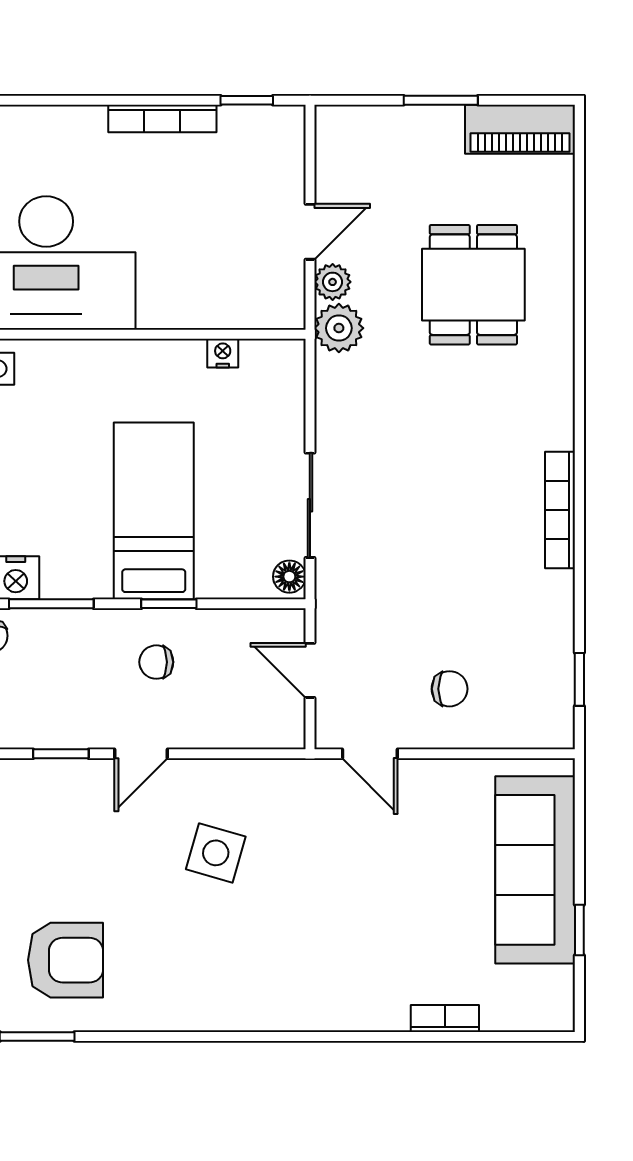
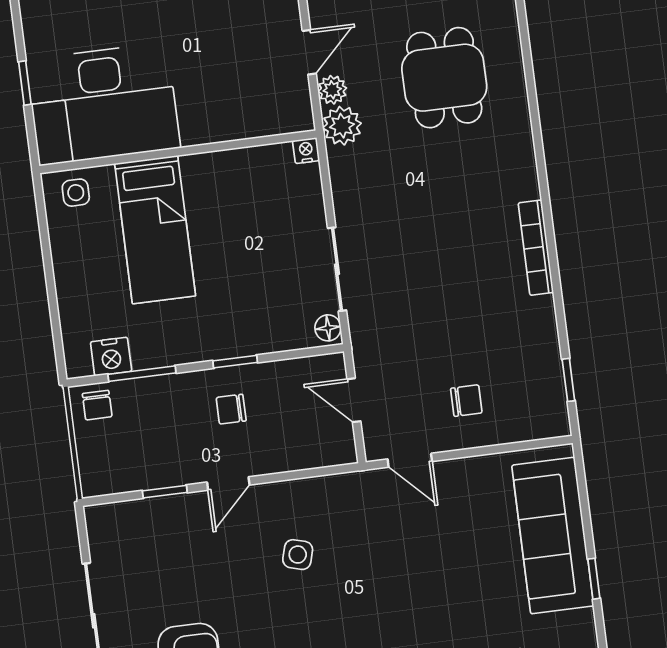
nightstand: (223, 353) -> (306, 151), moved
bed: (154, 511) -> (155, 230), moved, turned 180
side table: (216, 853) -> (298, 555), width x0.73, depth x0.73

